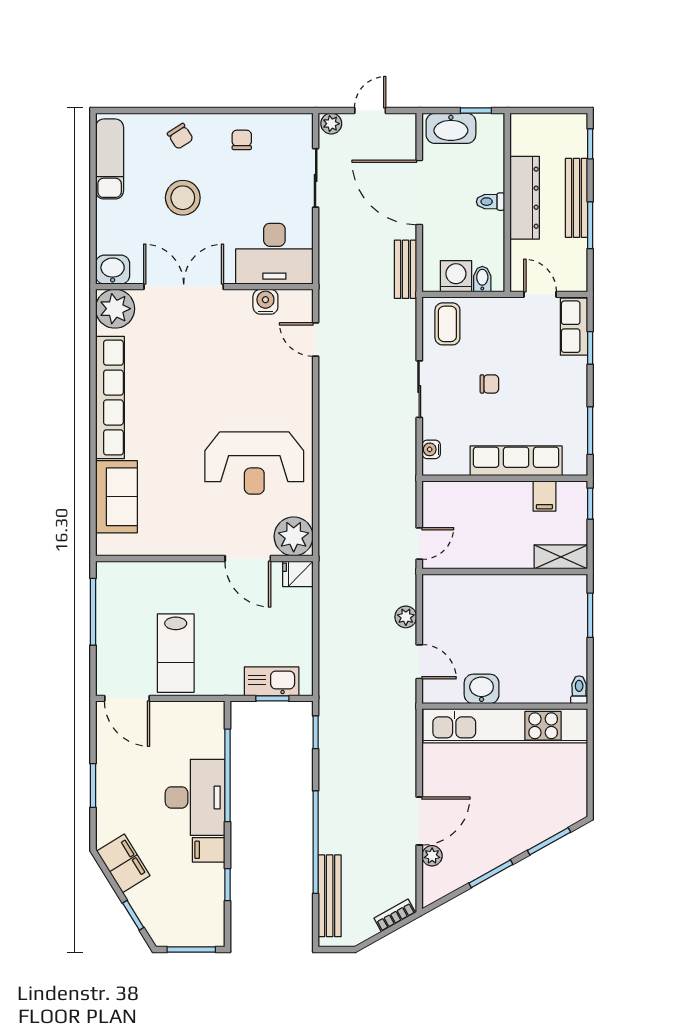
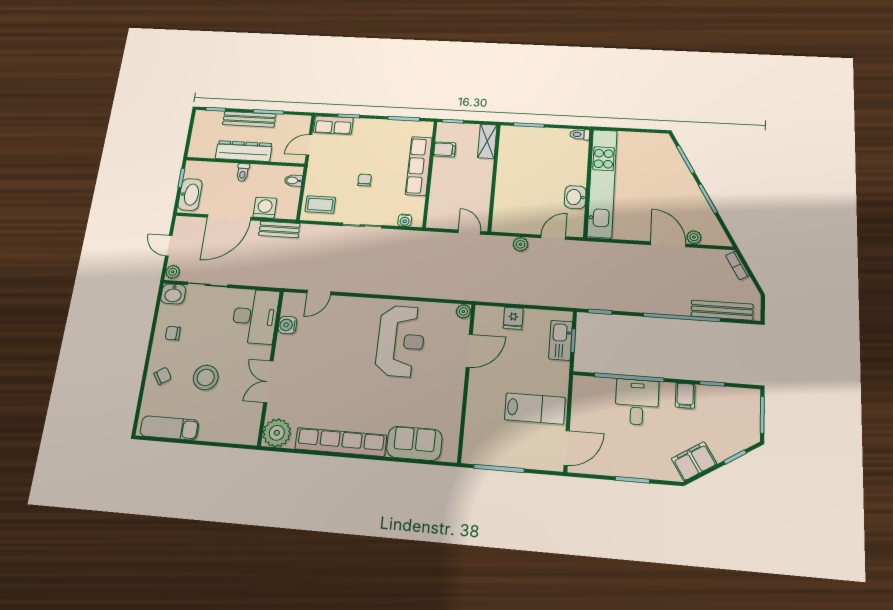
washbasin: (113, 270) -> (173, 294), moved, turned -90
washing machine: (456, 276) -> (265, 208), moved, turned 90
double door: (184, 287) -> (268, 382), width x0.73
plant: (294, 536) -> (463, 311), width x0.53, depth x0.53
fridge: (298, 574) -> (513, 318), moved
desk: (195, 797) -> (637, 402), width x0.73

